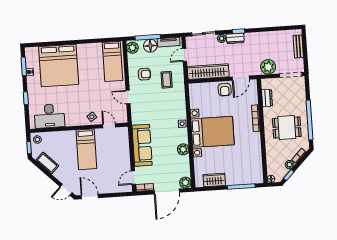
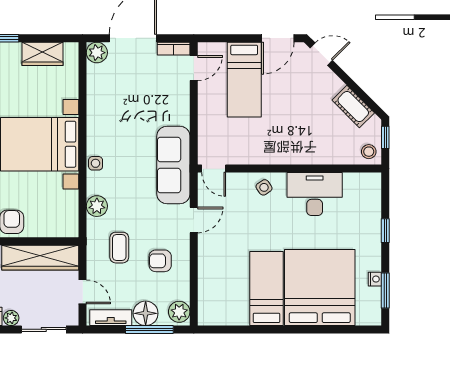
door: (185, 55) -> (83, 292), hinge flipped
bed: (113, 61) -> (266, 289), moved
door: (128, 97) -> (194, 220), hinge flipped
desk: (49, 116) -> (315, 194), moved
door: (109, 126) -> (214, 169), moved
sofa: (142, 145) -> (173, 165), moved
bed: (86, 149) -> (244, 80), moved, turned 180
plant: (183, 149) -> (97, 206), moved
door: (90, 197) -> (278, 38), hinge flipped

